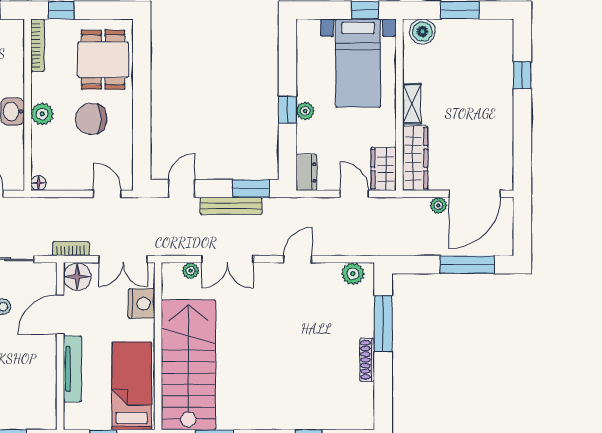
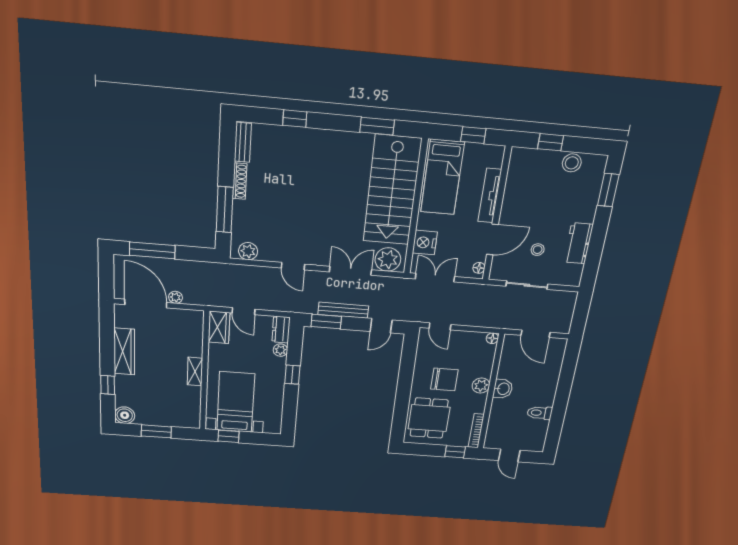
boiler: (422, 32) -> (125, 415), moved
plant: (305, 111) -> (280, 350), moved
wardrobe: (415, 158) -> (124, 352), moved, turned 180
door: (475, 194) -> (146, 304), hinge flipped
bookcase: (71, 249) -> (475, 289), removed
door: (298, 259) -> (293, 266), hinge flipped
plant: (191, 271) -> (388, 259), width x1.88, depth x1.88
floor lamp: (77, 277) -> (479, 268), width x0.53, depth x0.53
bench: (366, 406) -> (243, 142), added

